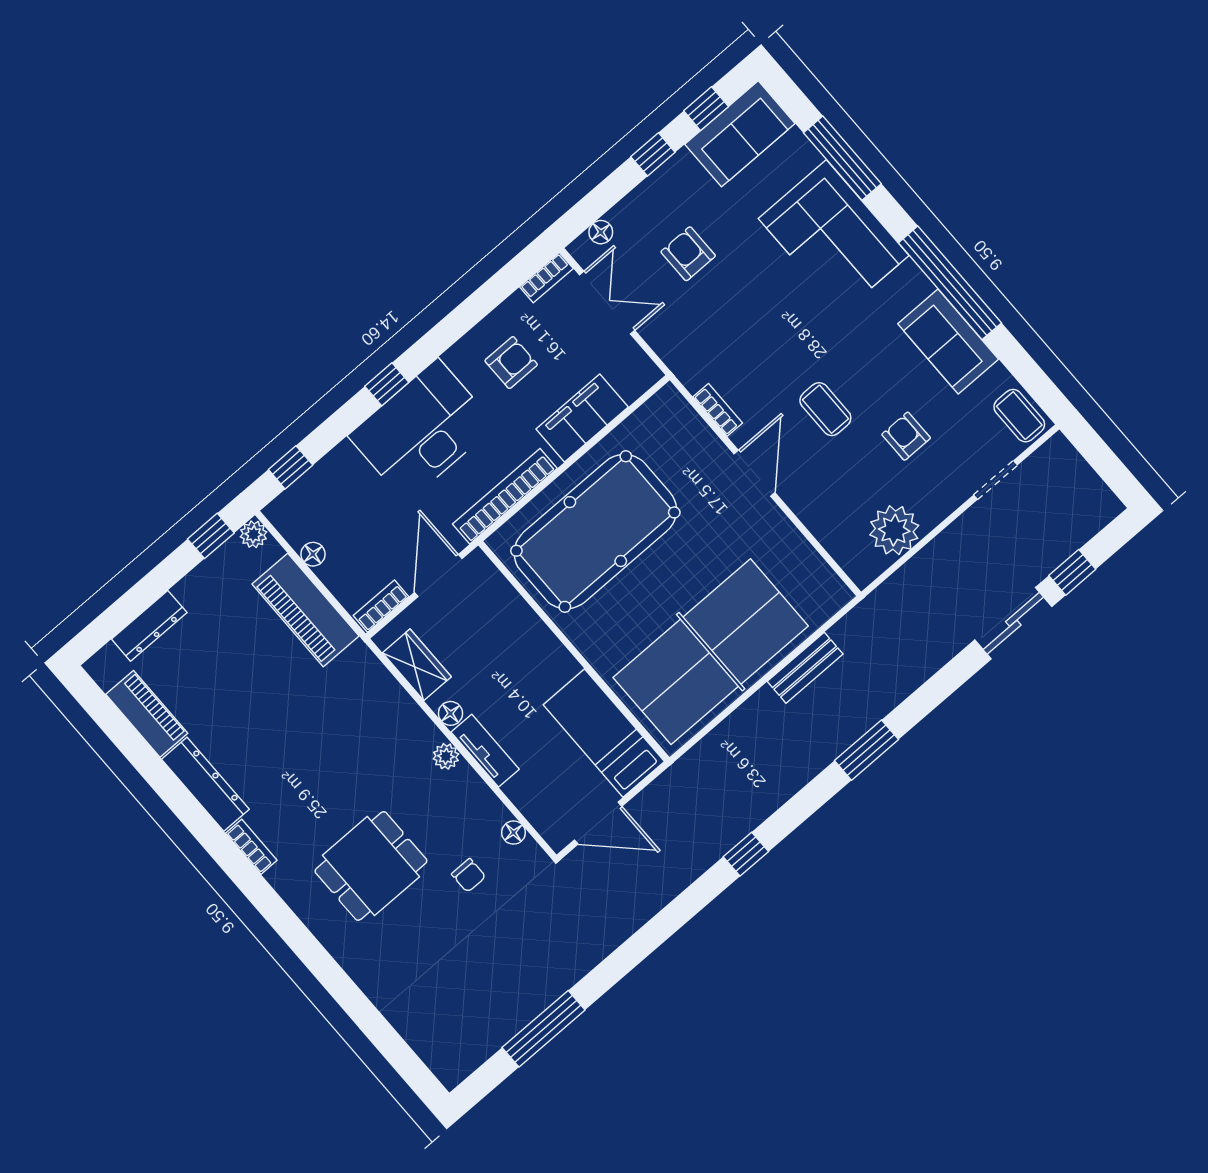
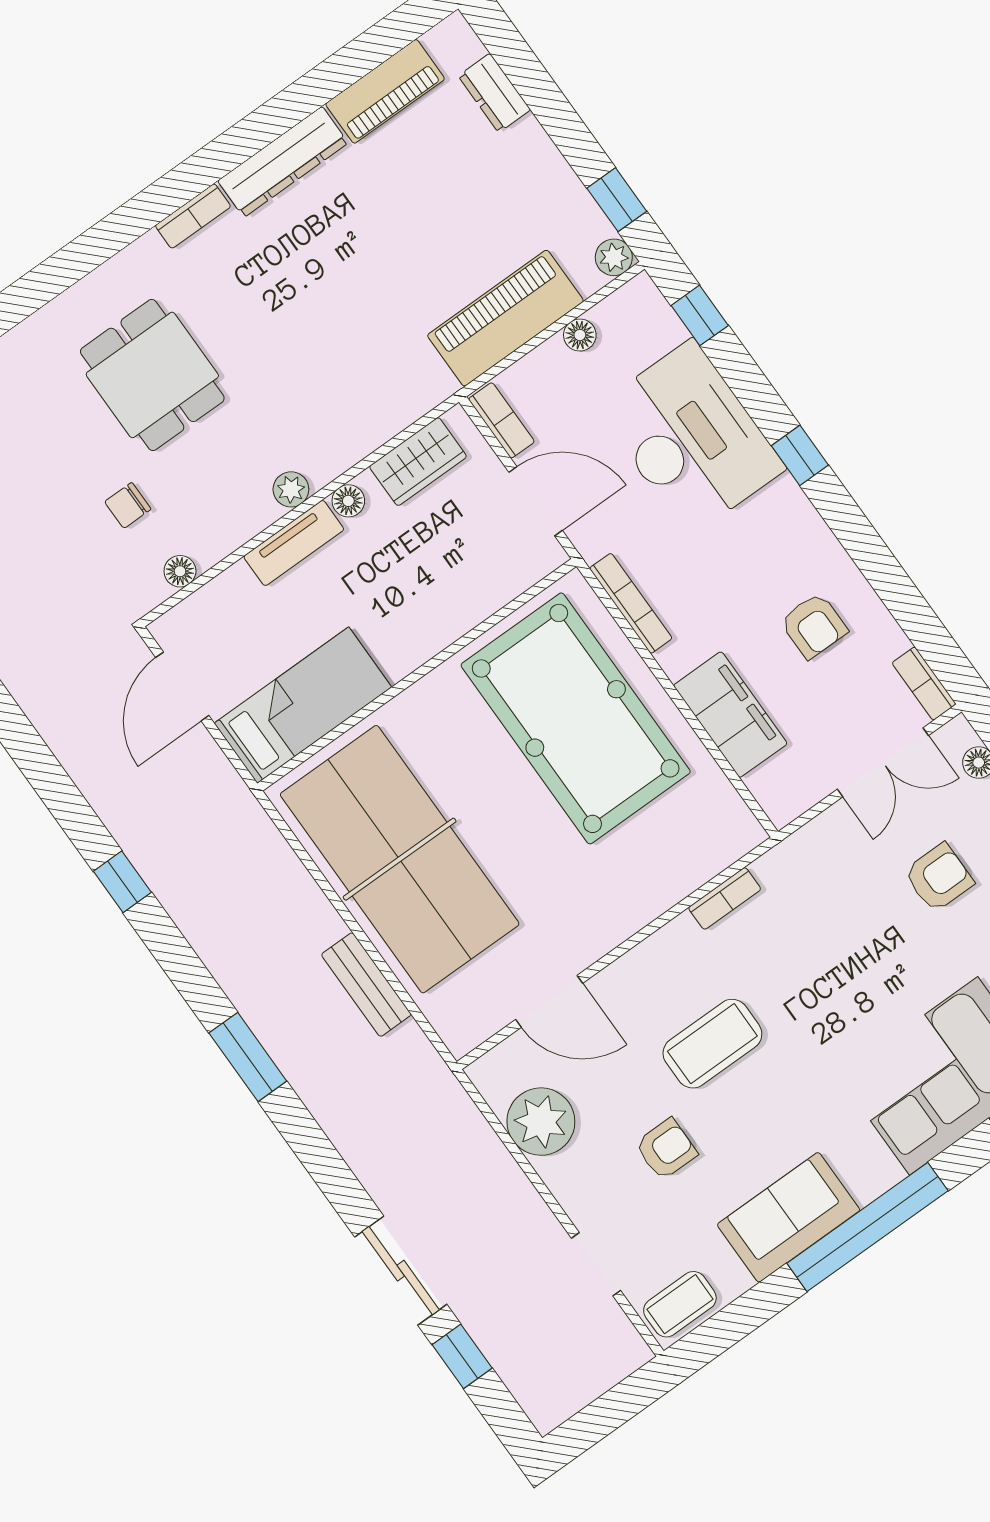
coffee table: (825, 409) -> (712, 1044), width x1.36, depth x1.30
desk: (422, 431) -> (691, 438), moved
door: (755, 473) -> (549, 1001), moved
bookcase: (505, 496) -> (631, 603), width x0.68, depth x0.76
dresser: (149, 626) -> (494, 93), width x0.70

